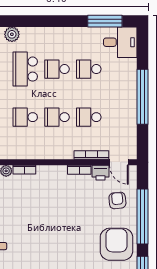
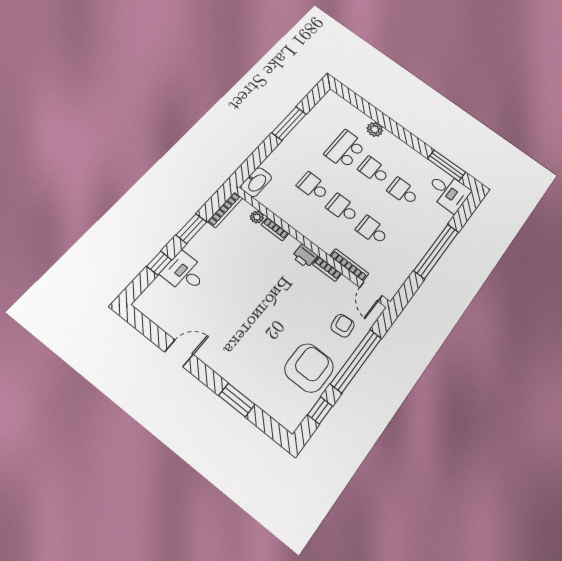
plant: (12, 34) -> (375, 129), moved
printer: (100, 173) -> (305, 256), moved

